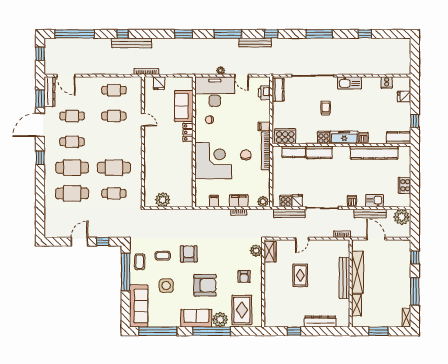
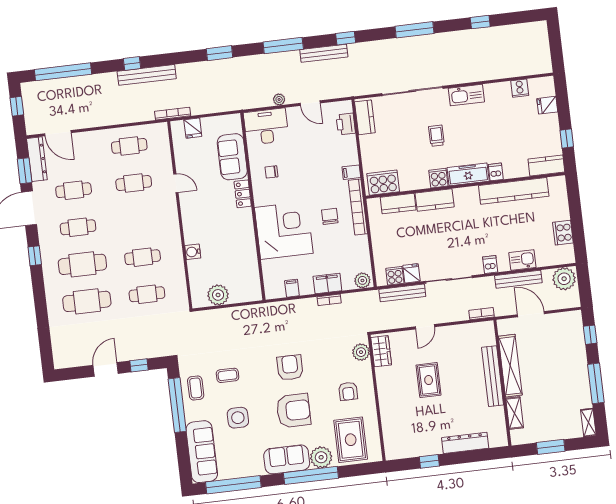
desk: (215, 92) -> (266, 127), width x0.73, depth x0.77
cafe table: (114, 168) -> (143, 257), width x0.73, depth x0.74
water cooler: (149, 168) -> (193, 252), added
armchair: (189, 254) -> (290, 368), moved

